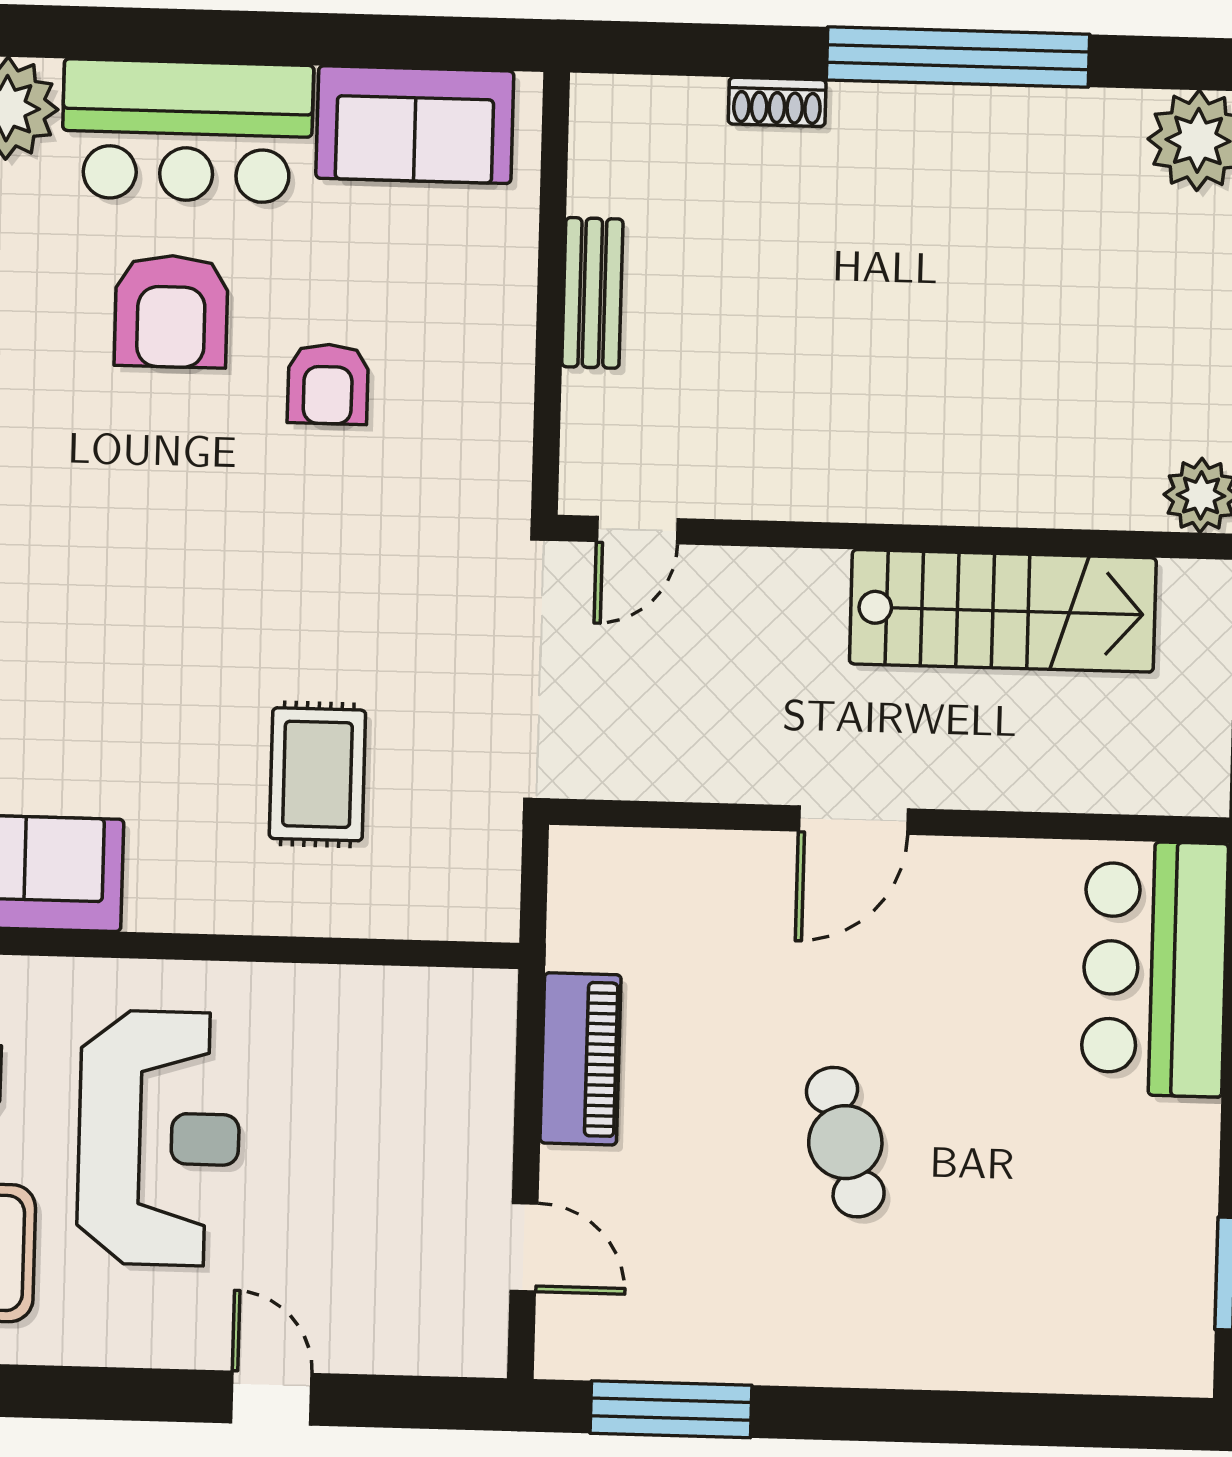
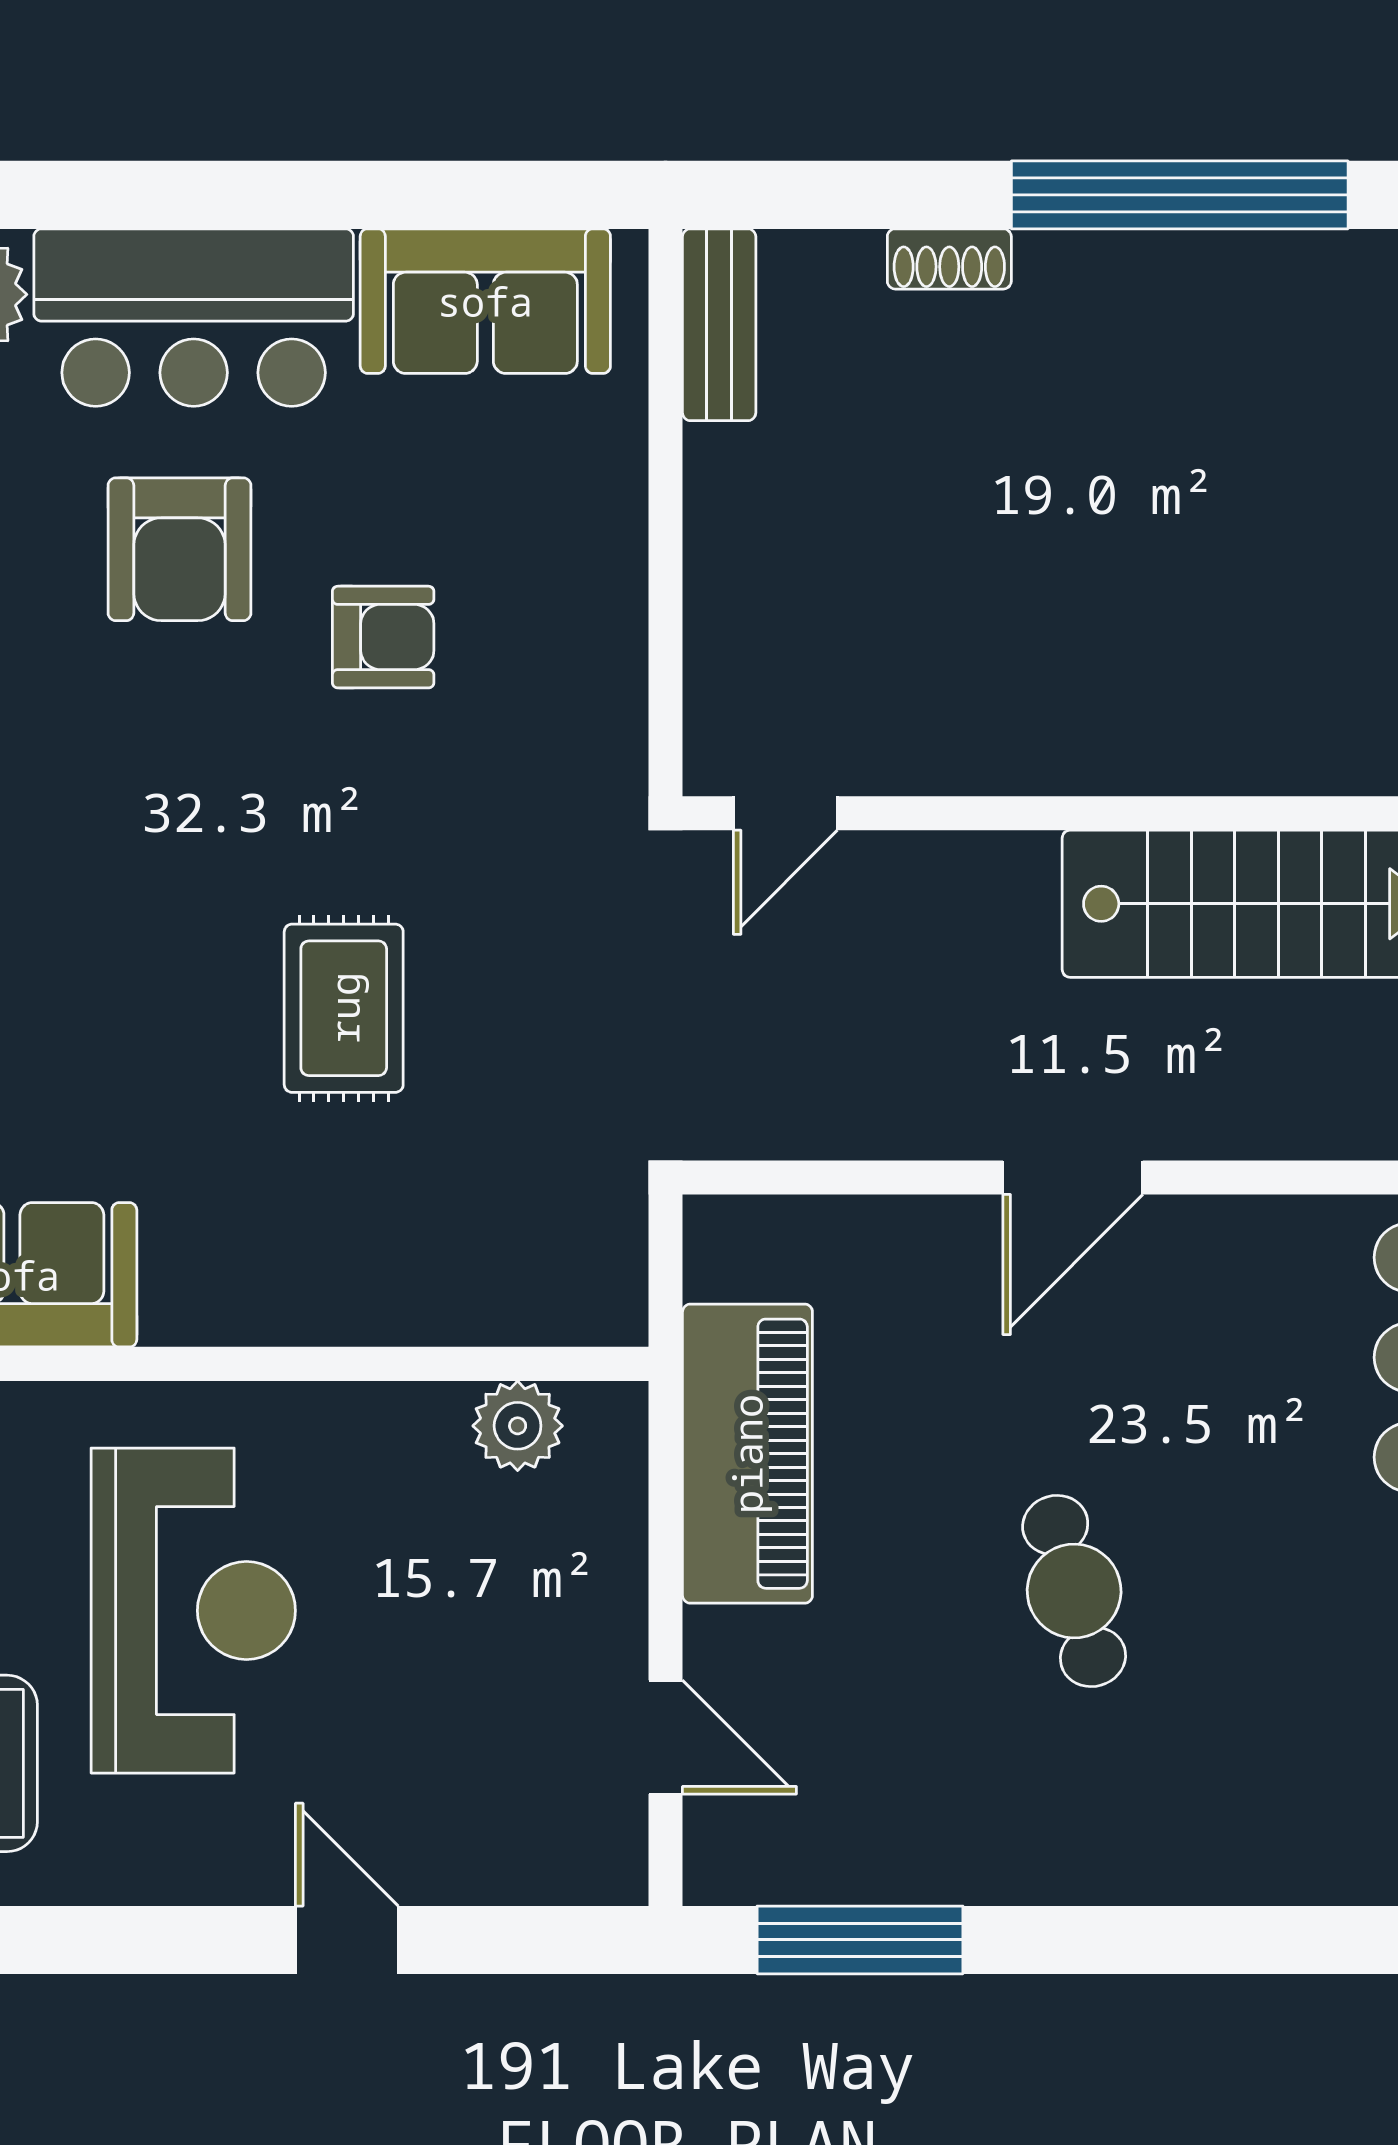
bench: (592, 293) -> (719, 325), moved
armchair: (328, 384) -> (383, 637), turned -90
rug: (317, 774) -> (344, 1008), moved
plant: (415, 1001) -> (518, 1426), added
piano: (581, 1059) -> (747, 1454), width x1.37, depth x1.33

